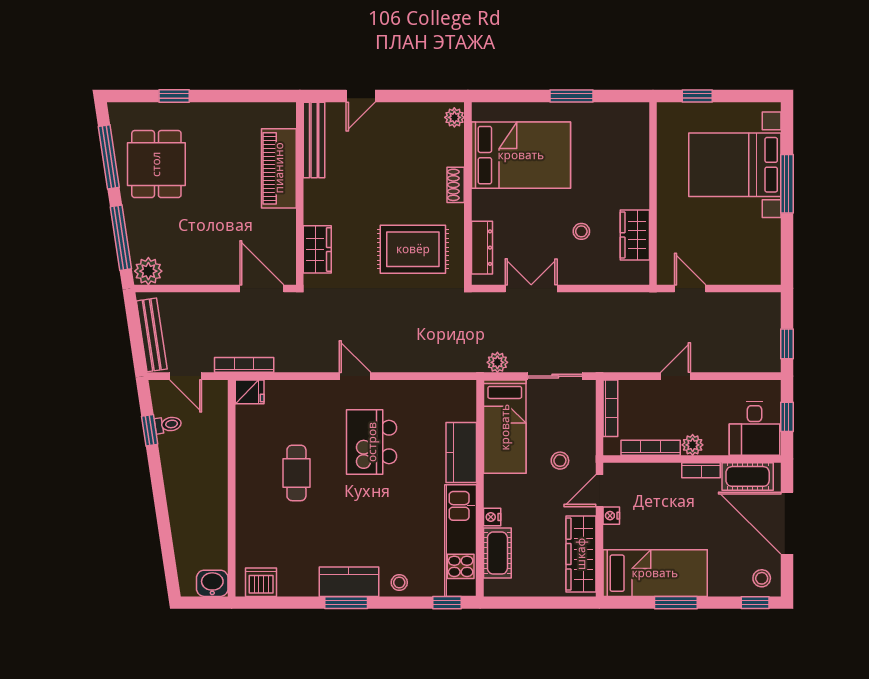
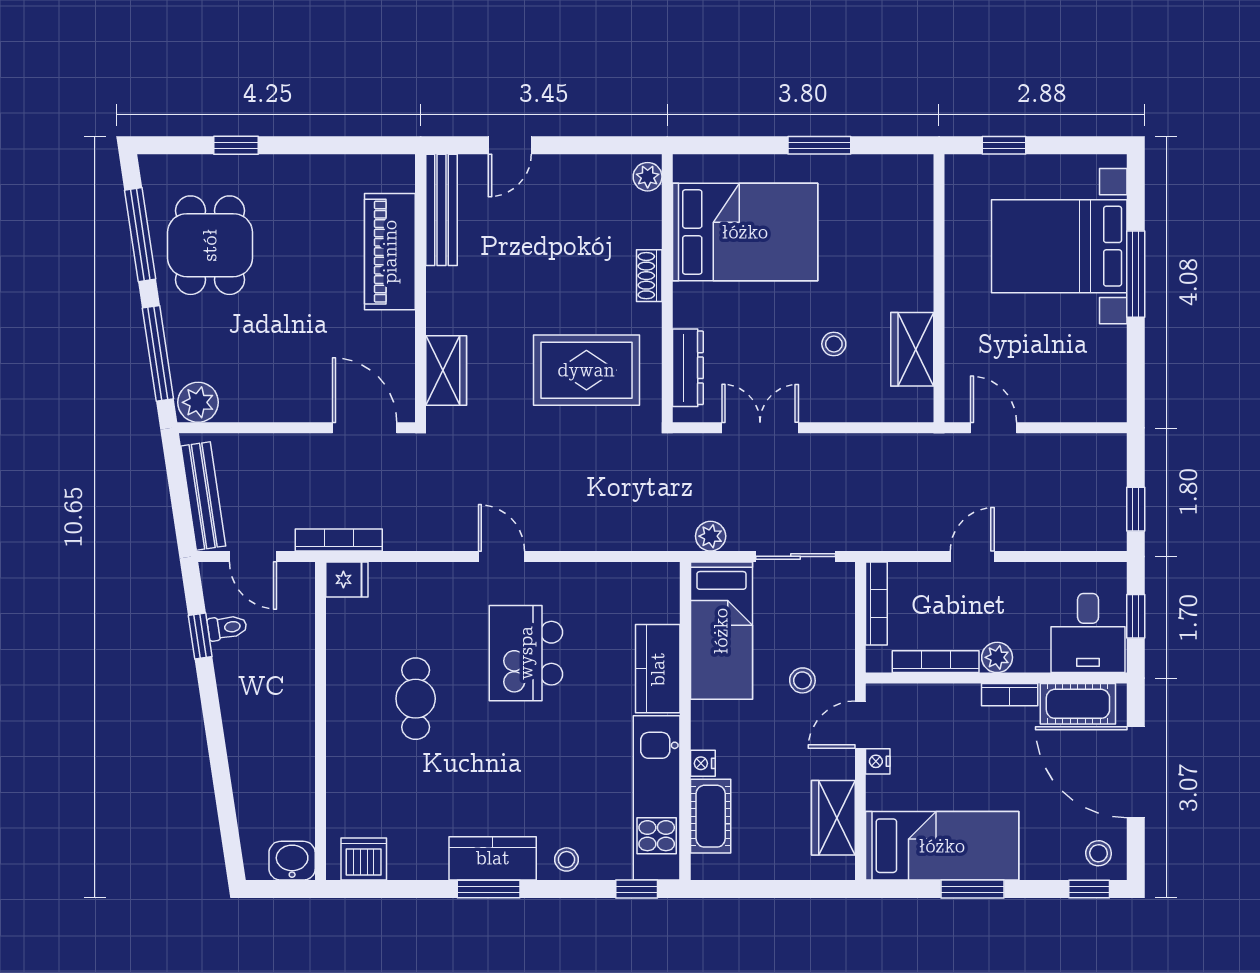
wardrobe: (581, 554) -> (833, 818), width x0.67

